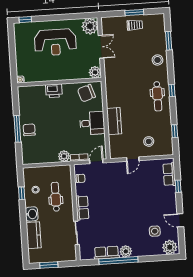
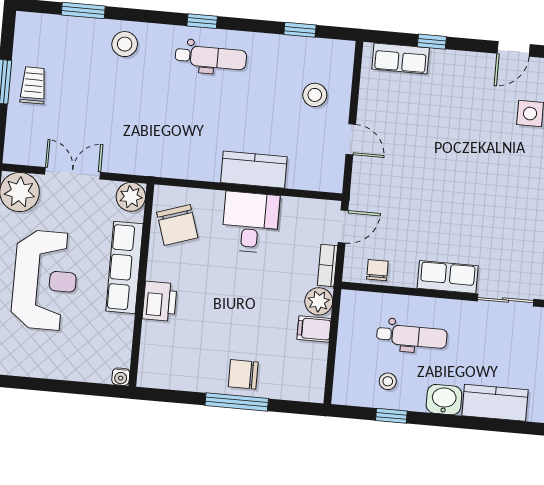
row of seats: (66, 74) -> (124, 267), added
filing cabinet: (52, 156) -> (314, 329), added
door: (96, 161) -> (343, 227), swing flipped
dental chair: (56, 197) -> (412, 336), turned 180

